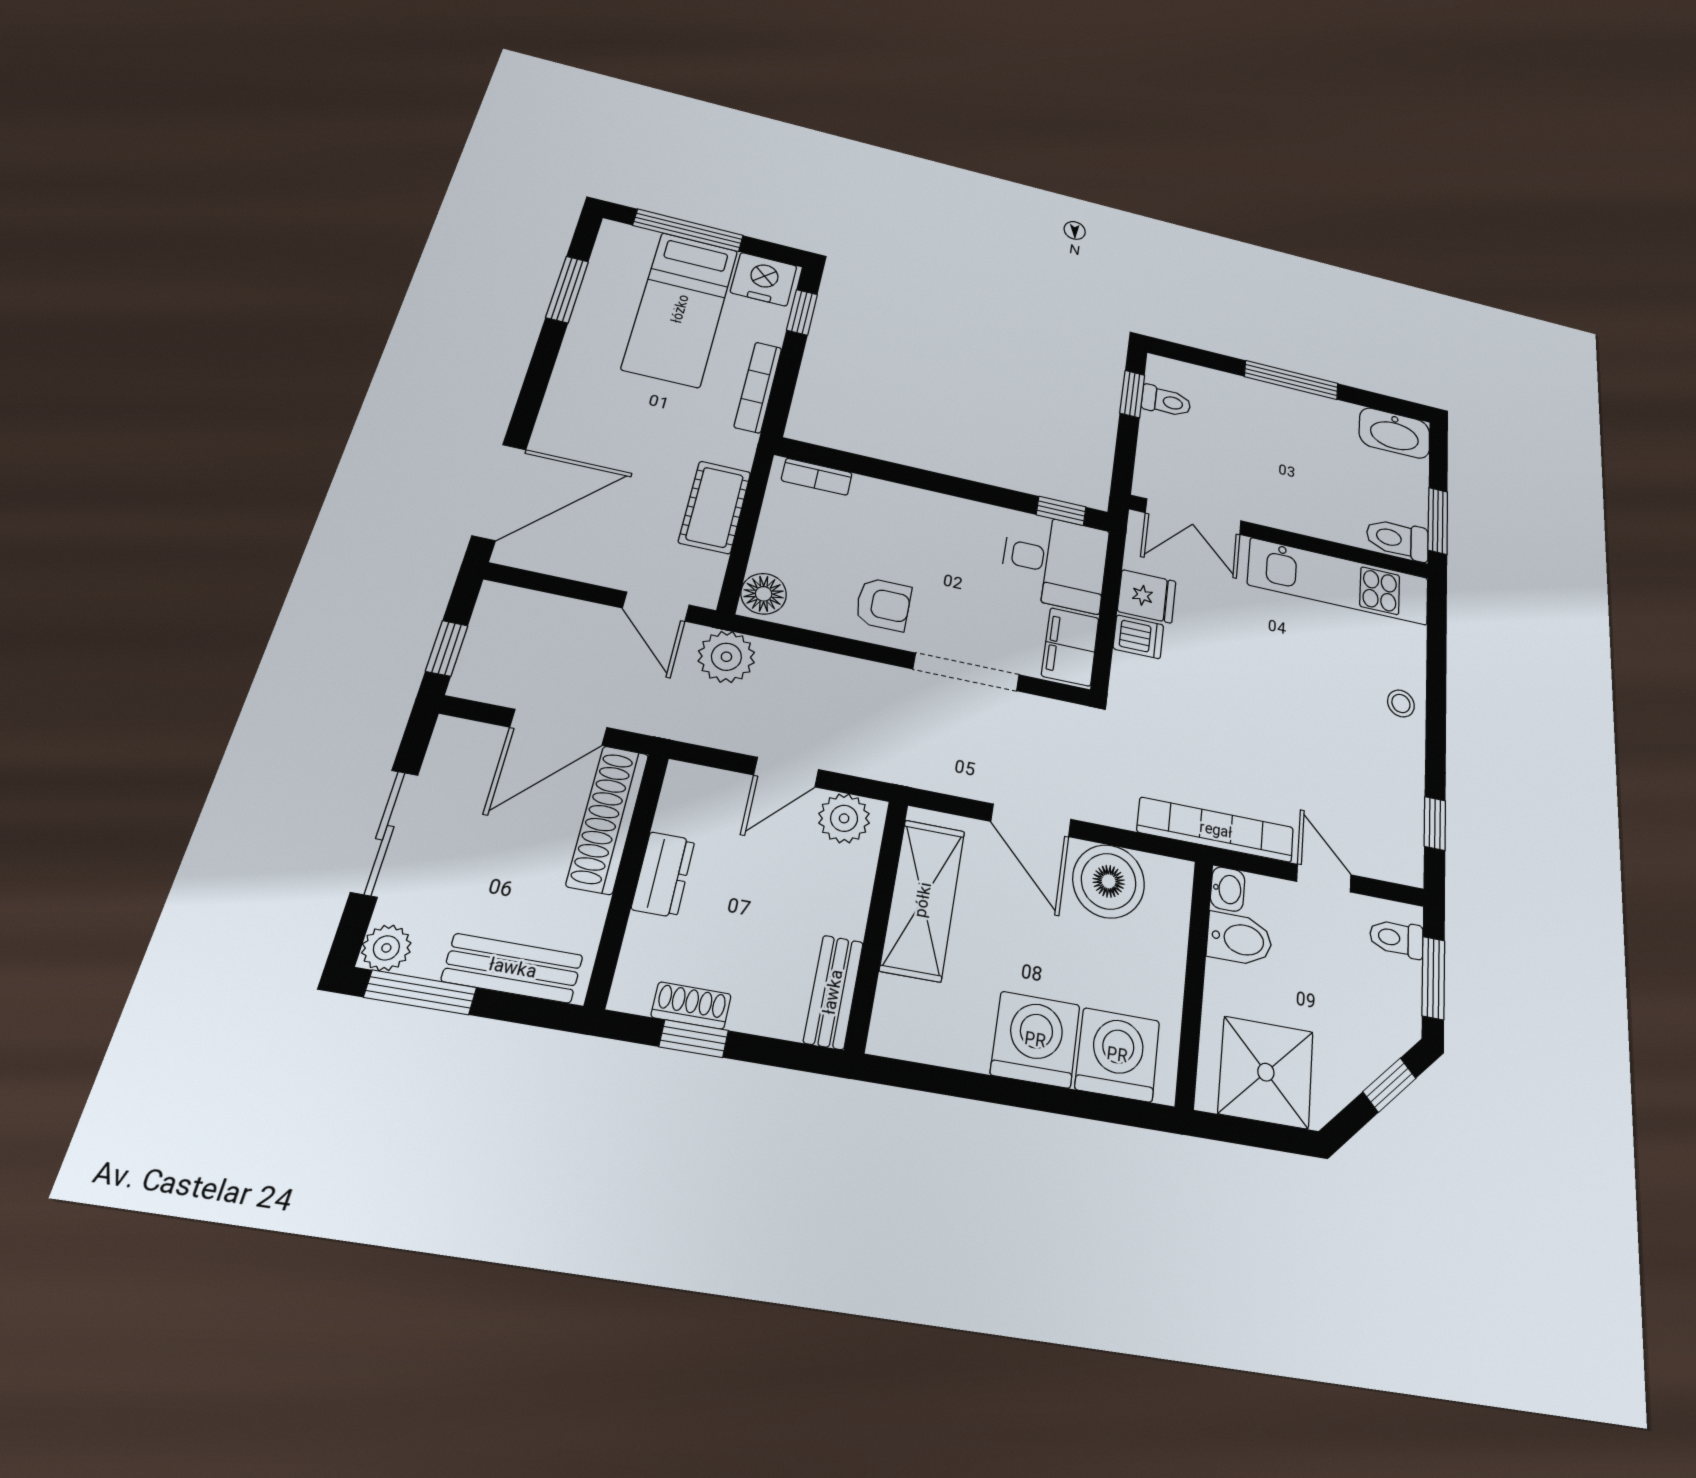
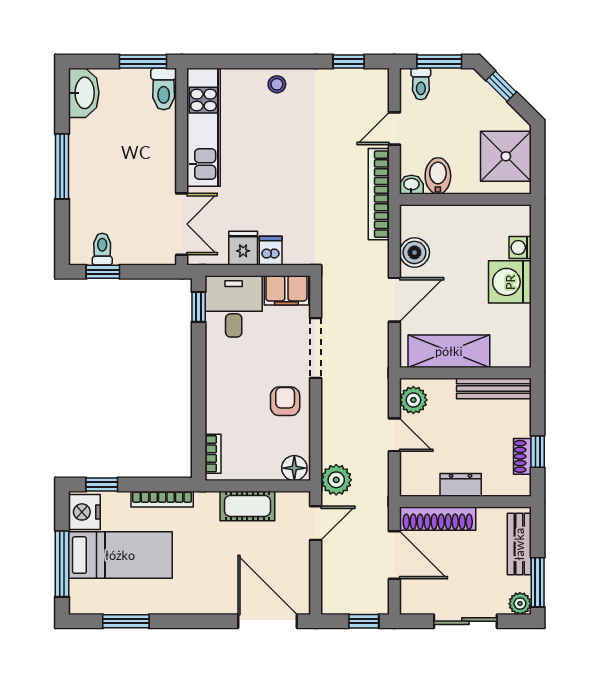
boiler: (1109, 881) -> (414, 252), width x0.73, depth x0.73
bench: (833, 992) -> (494, 389), width x1.36
washing machine: (1117, 1055) -> (520, 248), width x0.53, depth x0.53

